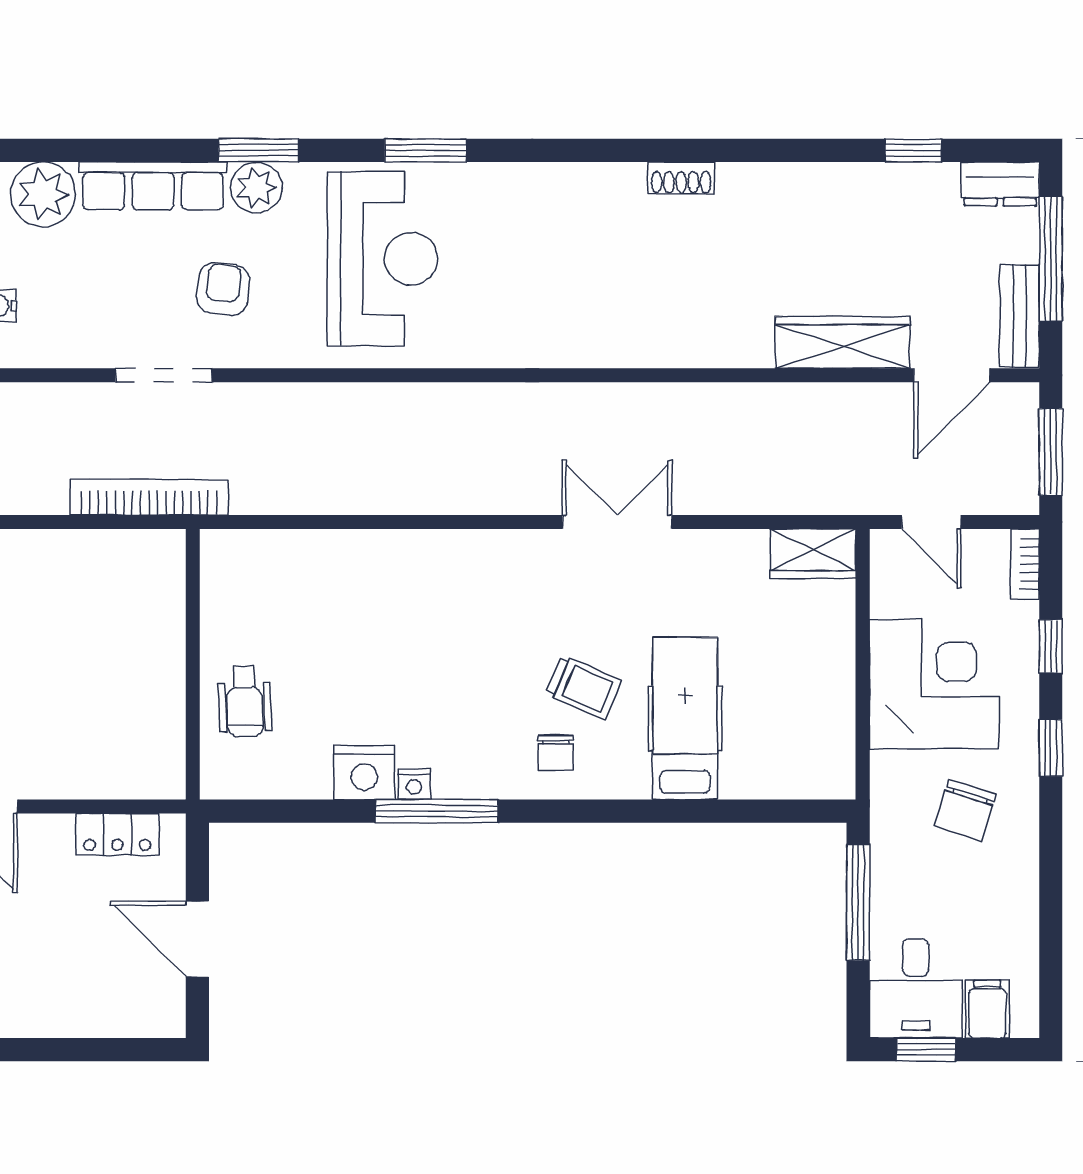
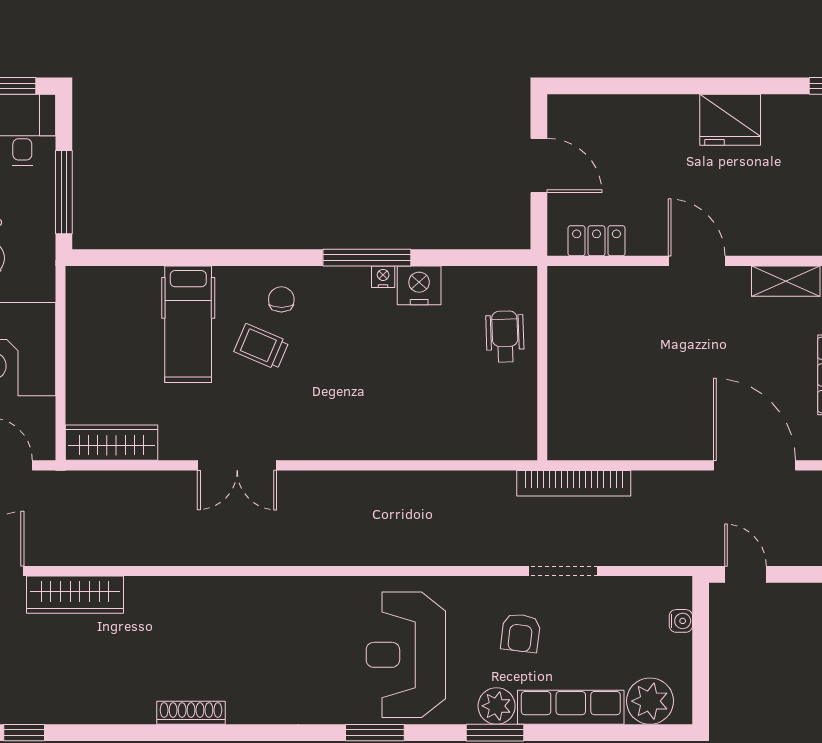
shoe rack: (681, 178) -> (191, 713), width x1.43
wardrobe: (813, 554) -> (112, 443), width x1.50

